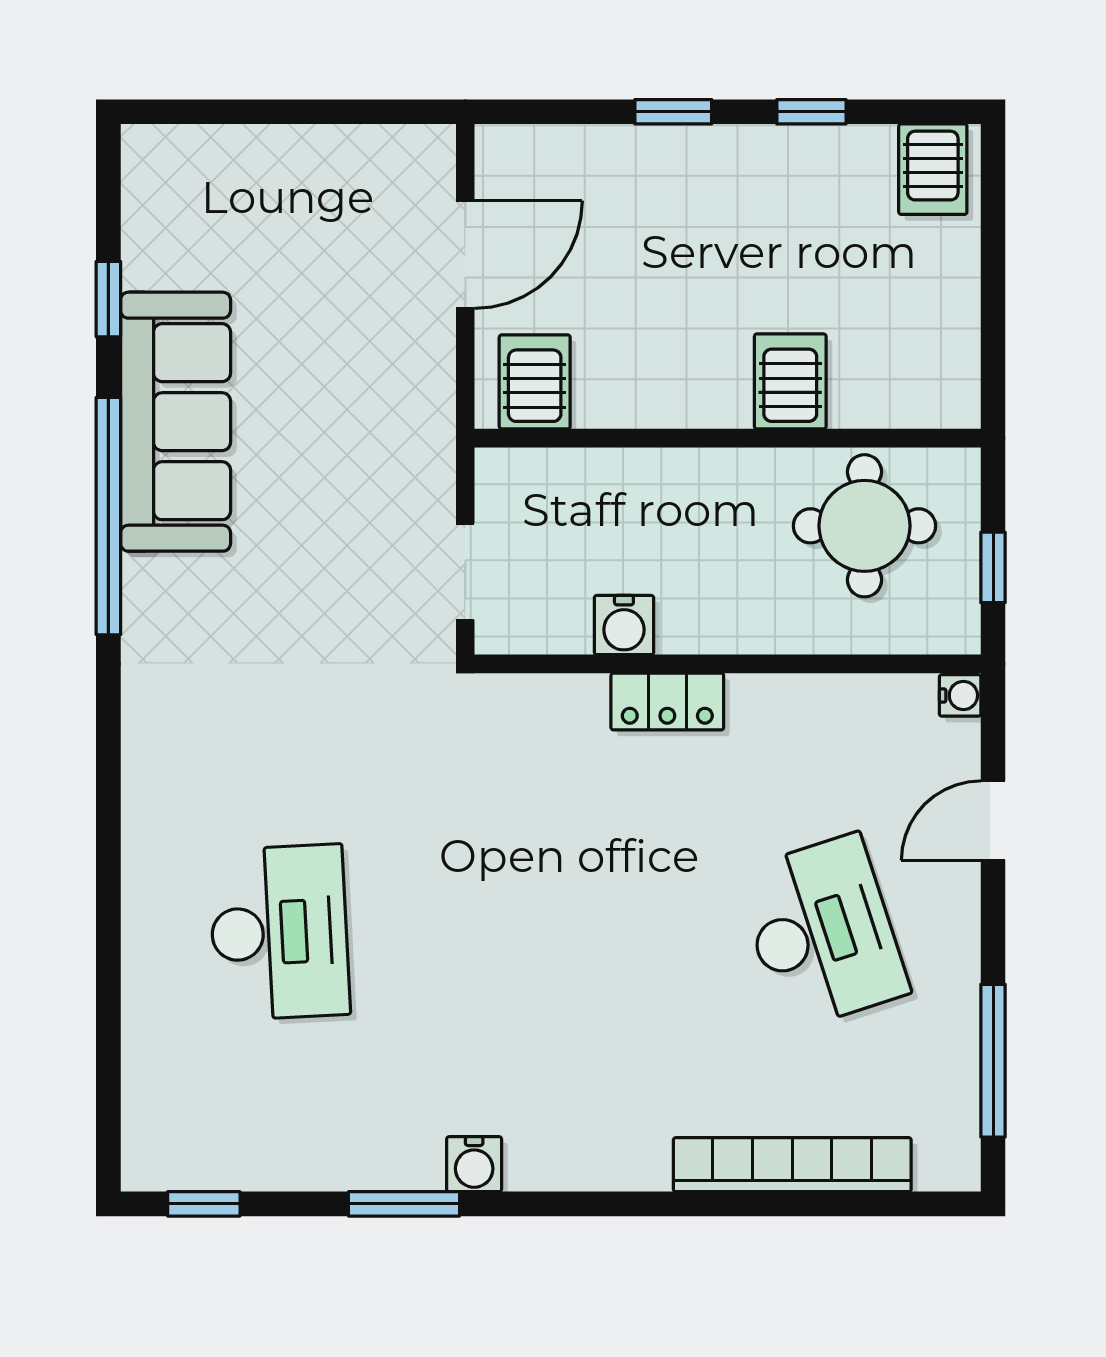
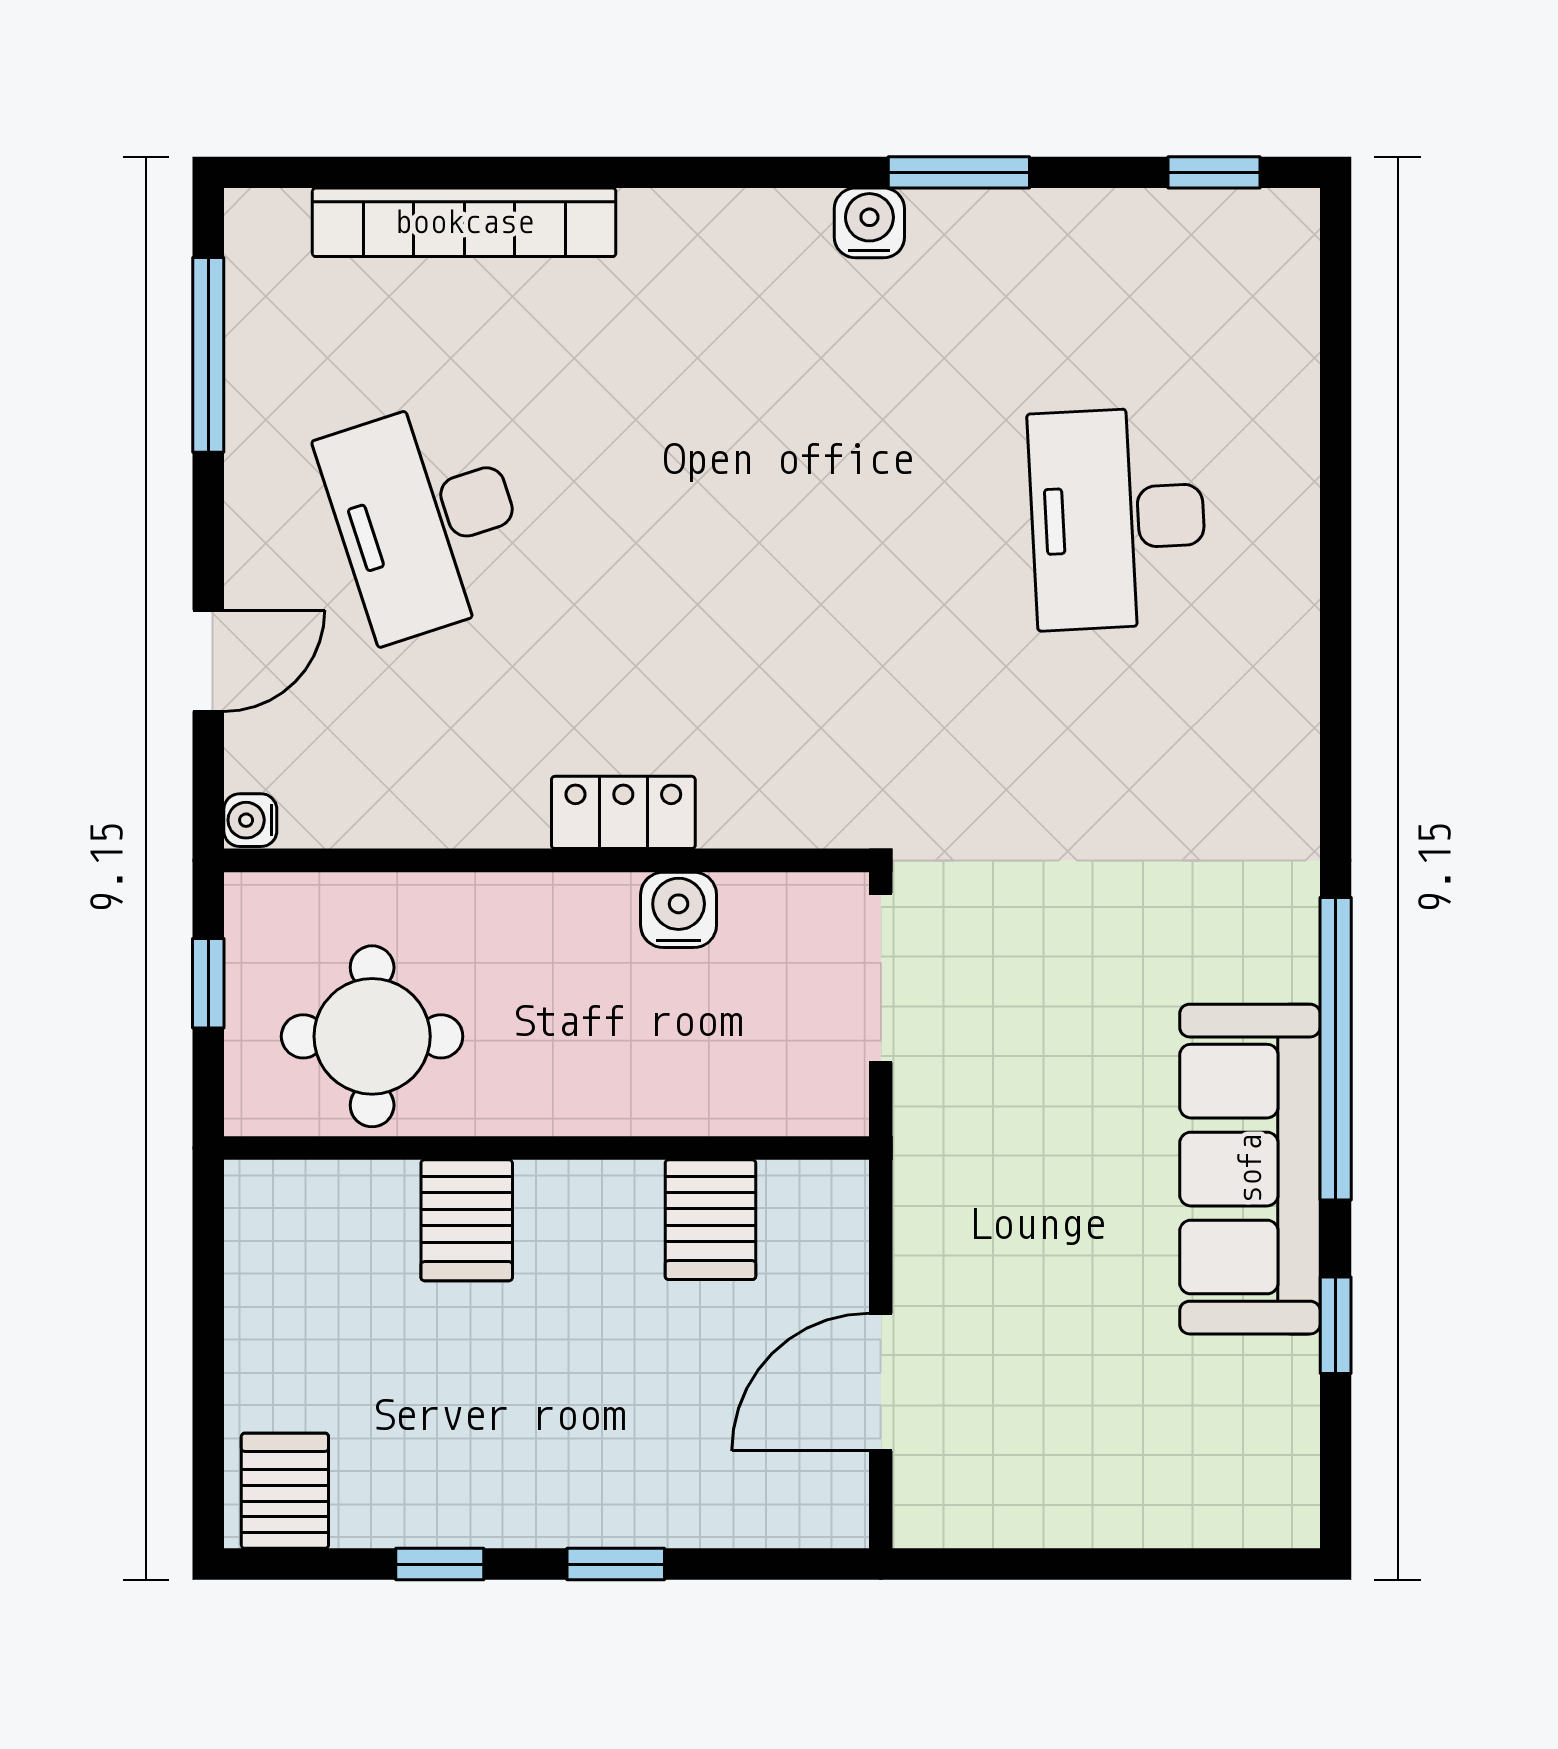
server rack: (535, 382) -> (710, 1220), moved
doorway: (465, 572) -> (881, 978), width x1.38

